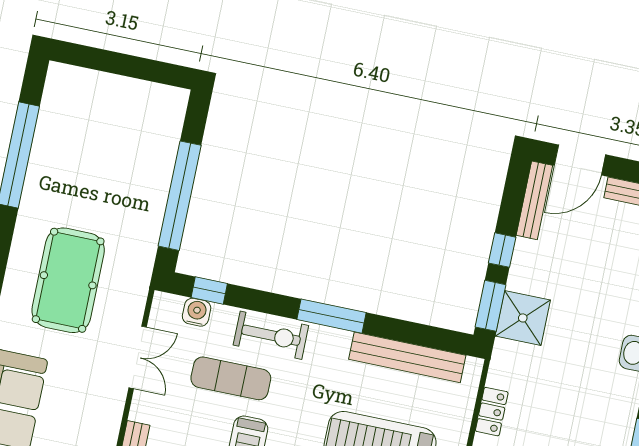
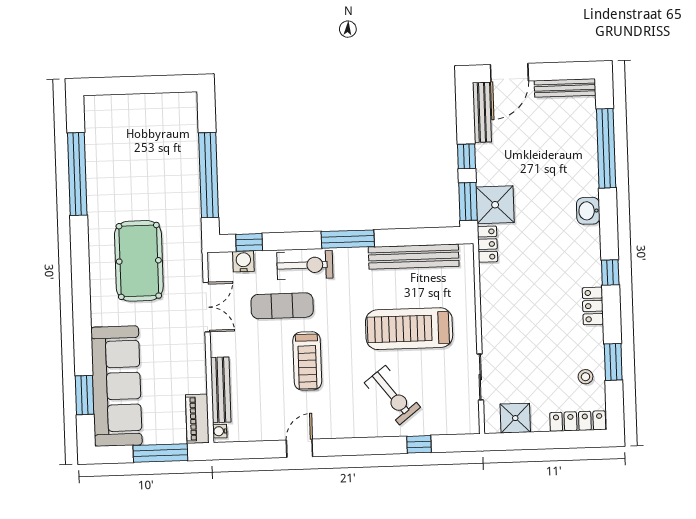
locker: (492, 412) -> (487, 244), moved

